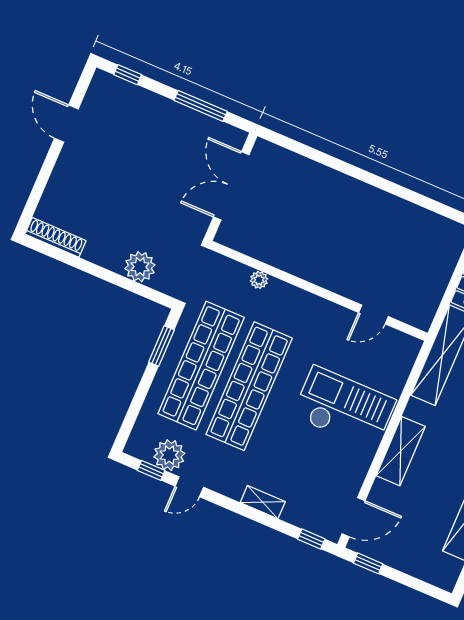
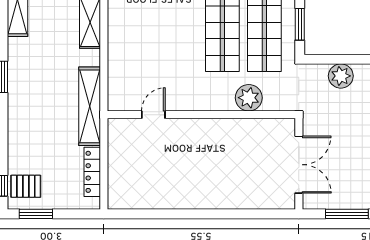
plant: (259, 280) -> (249, 98), width x1.88, depth x1.88
checkout: (344, 408) -> (146, 36), removed

